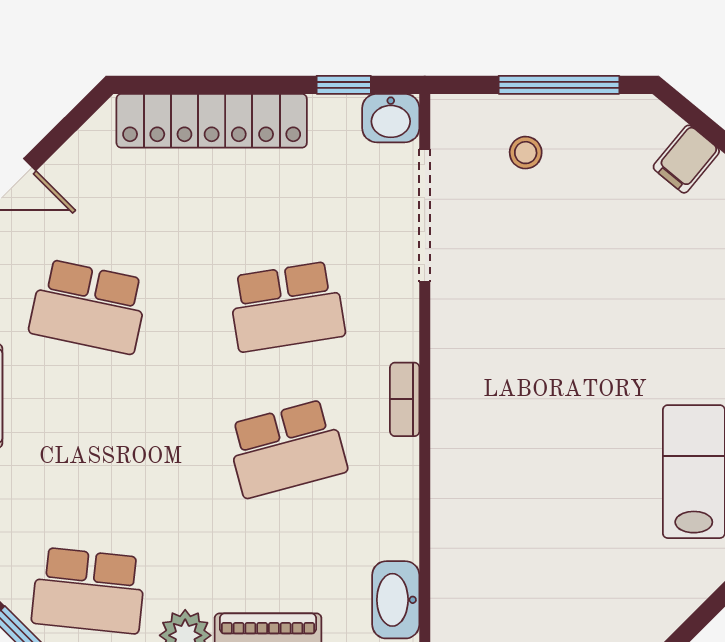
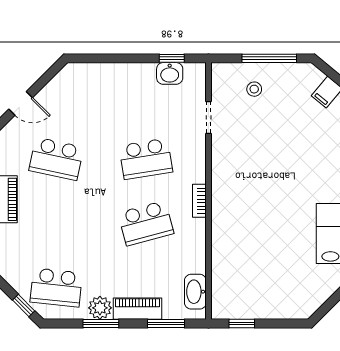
washbasin: (391, 118) -> (170, 73), moved
locker: (212, 121) -> (112, 75), removed
doorway: (425, 215) -> (208, 118), width x0.53

